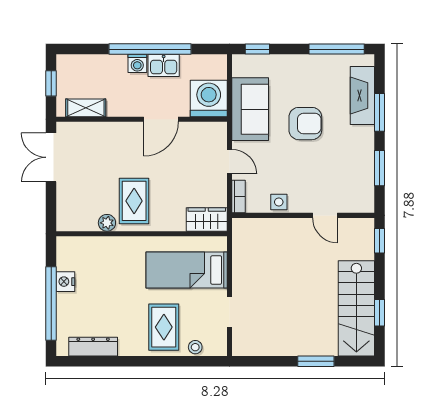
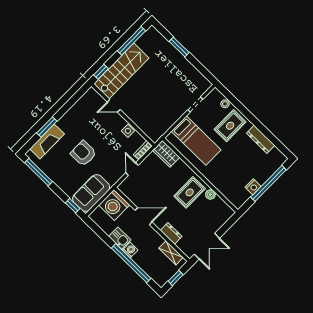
window: (150, 49) -> (131, 263), moved
sofa: (250, 109) -> (91, 193), moved
dresser: (108, 131) -> (171, 233), added
window: (379, 168) -> (70, 103), removed
door: (325, 215) -> (114, 106), swing flipped
stairs: (356, 308) -> (121, 71), moved
window: (379, 313) -> (131, 41), width x2.17
dresser: (93, 347) -> (261, 139), moved

